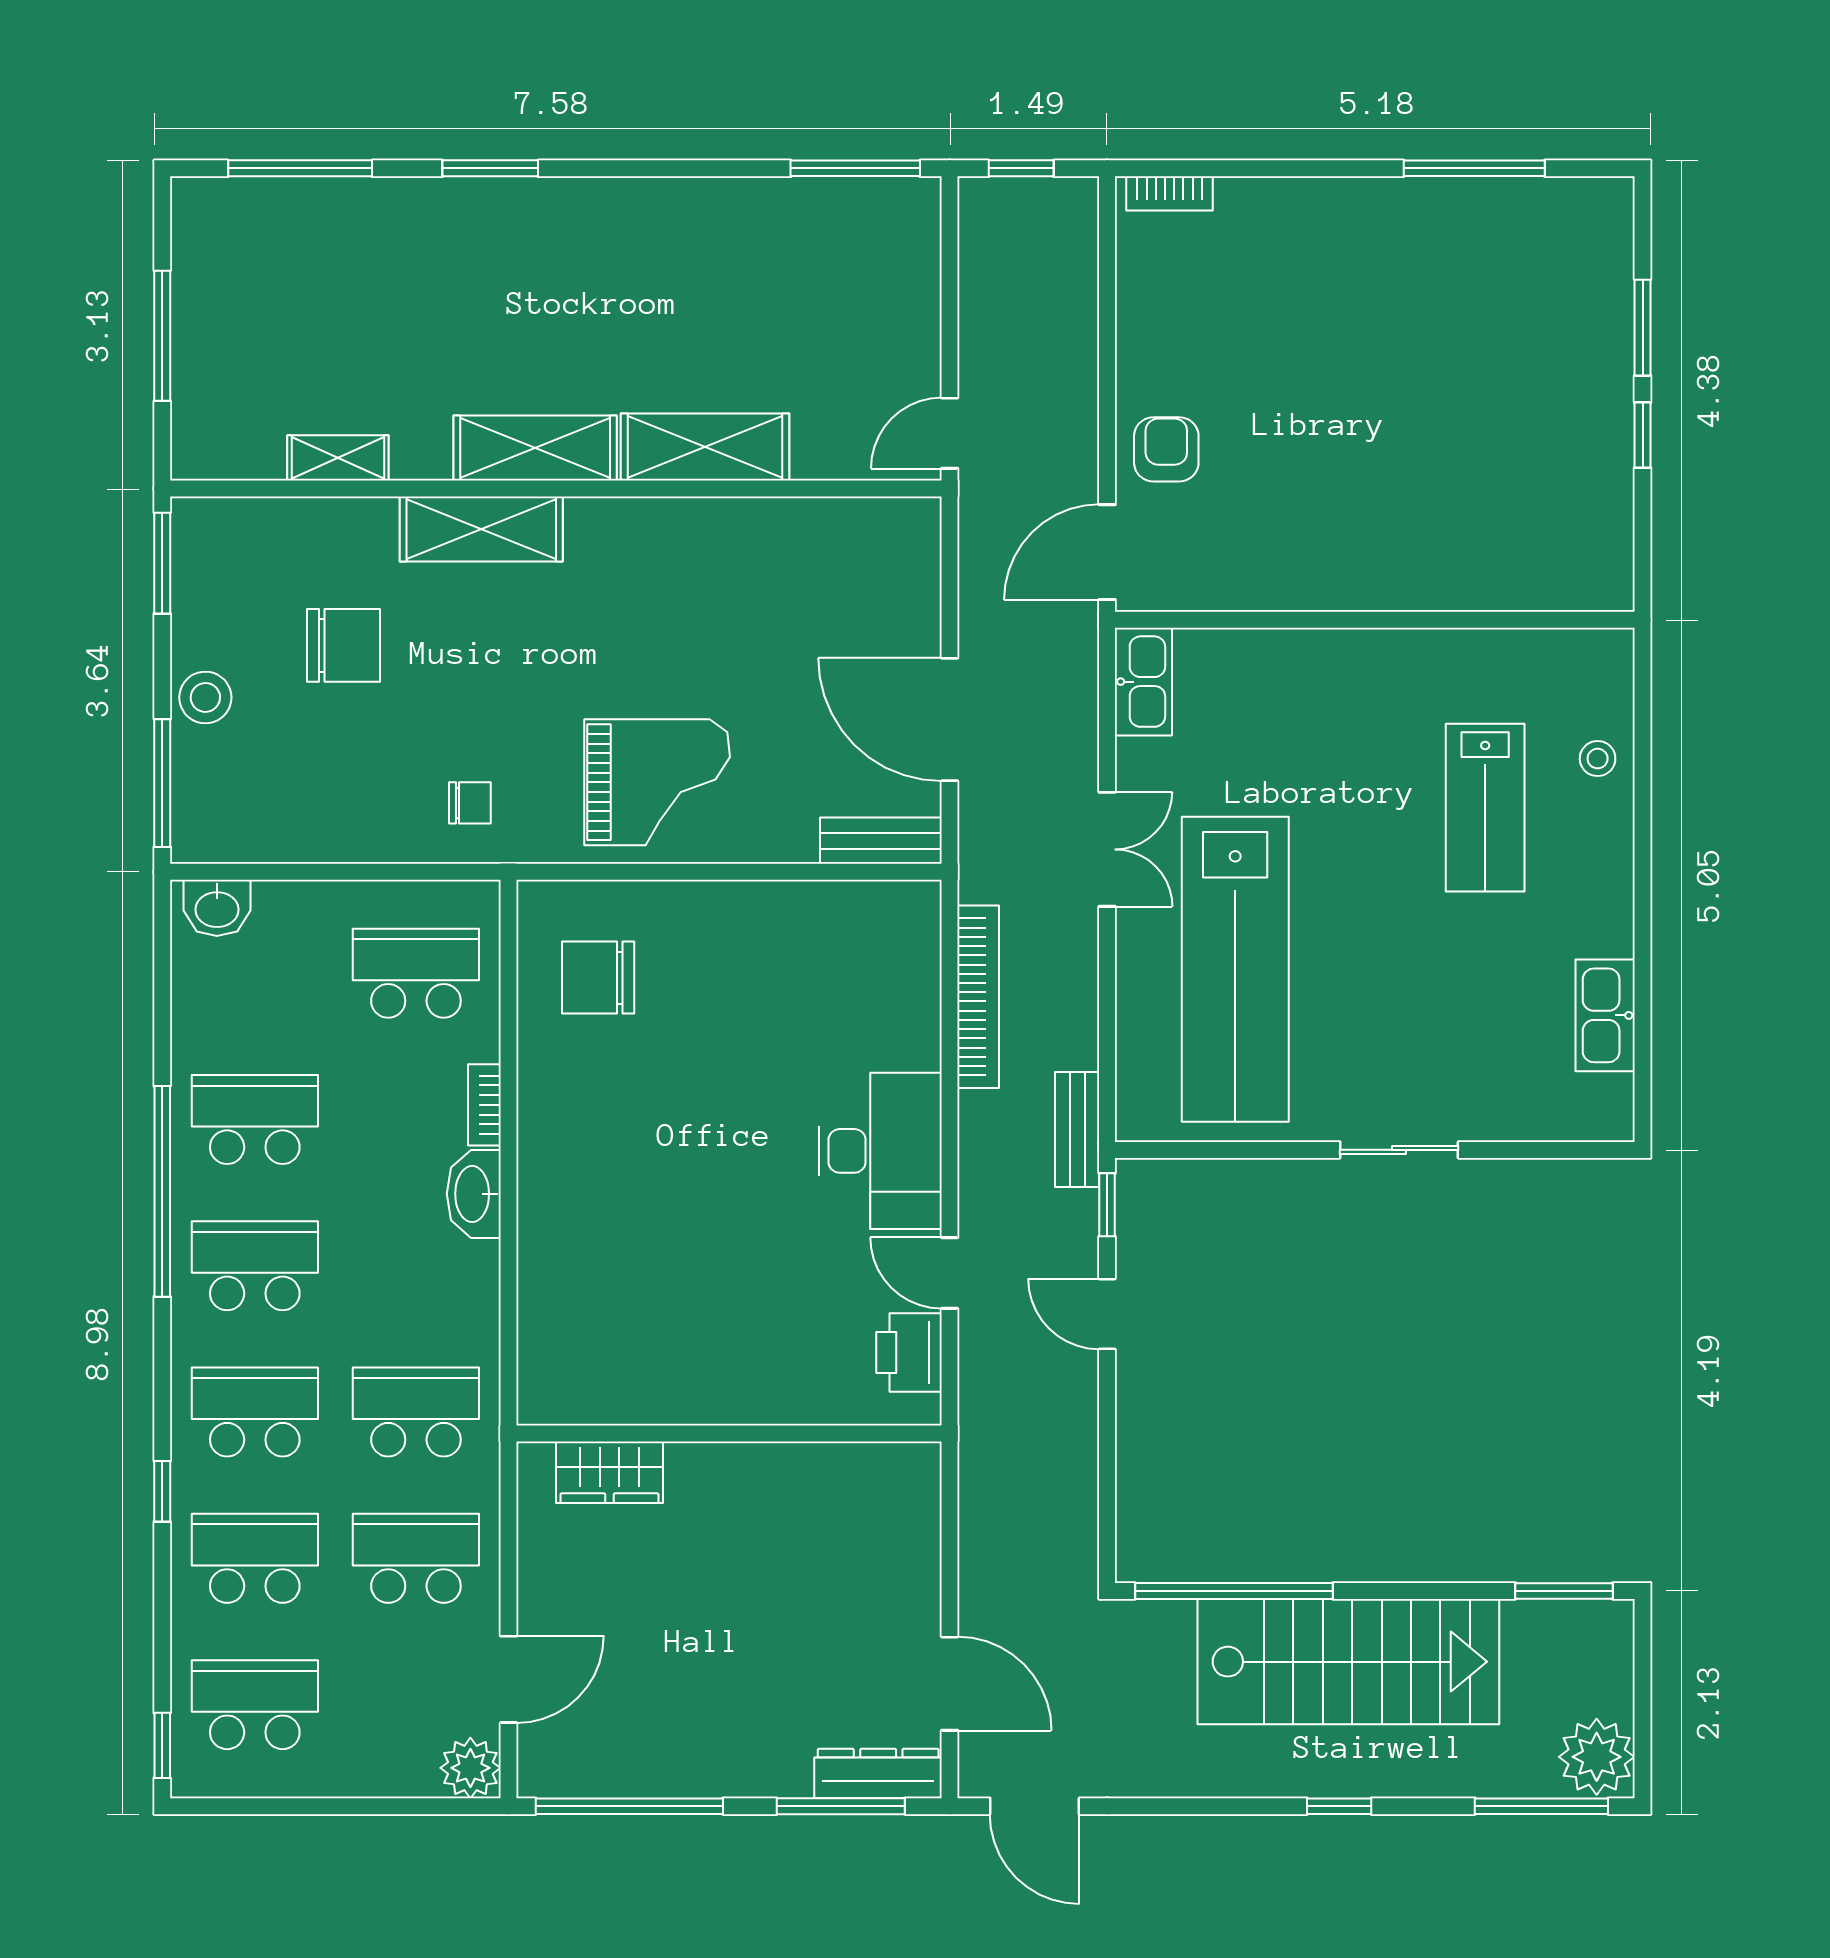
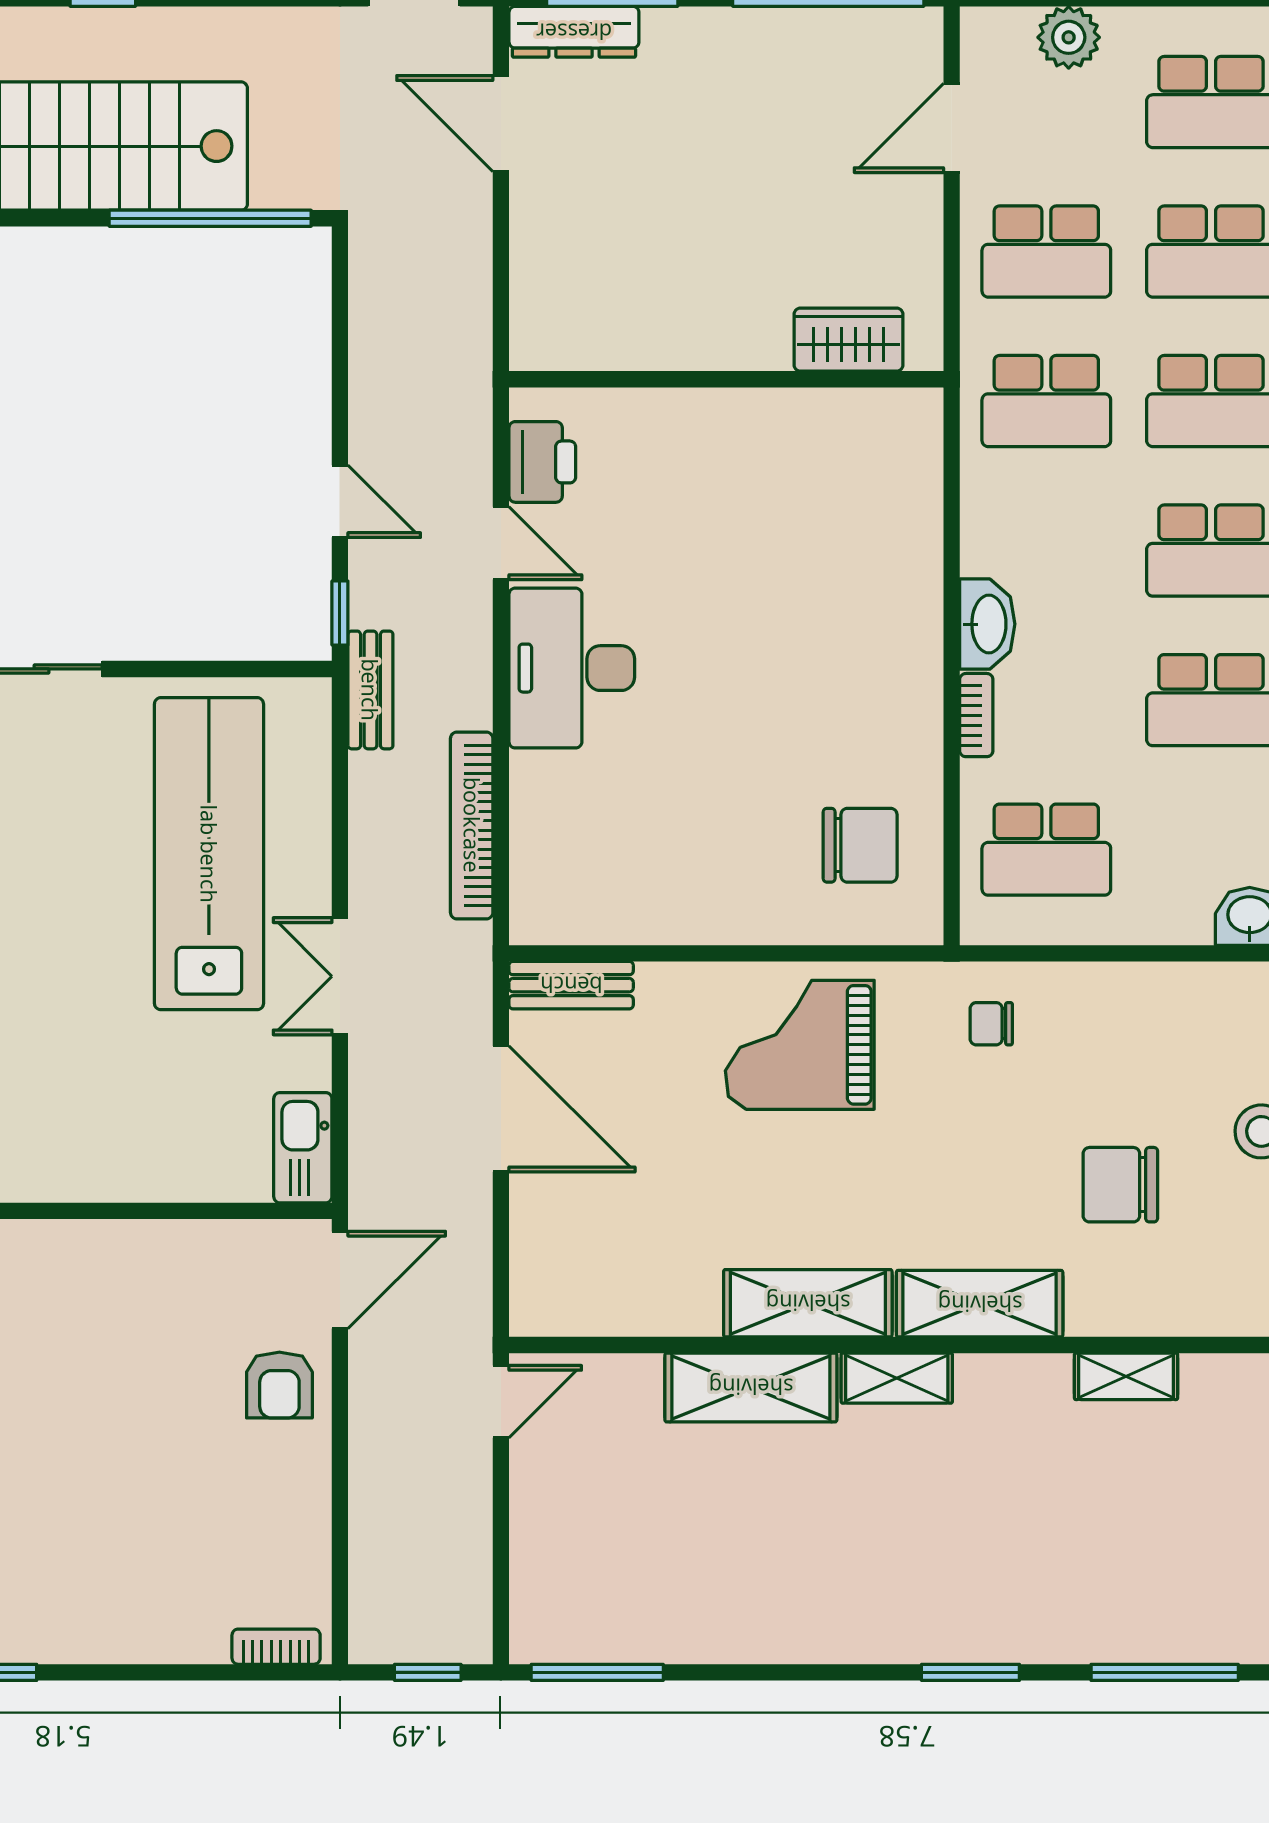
shelving: (535, 448) -> (897, 1378), width x0.67, depth x0.75
shelving: (649, 529) -> (808, 1303), added
plant: (470, 1768) -> (1069, 37), moved

